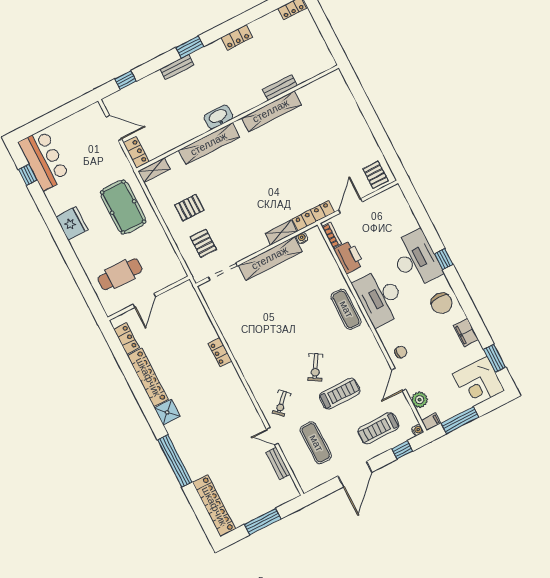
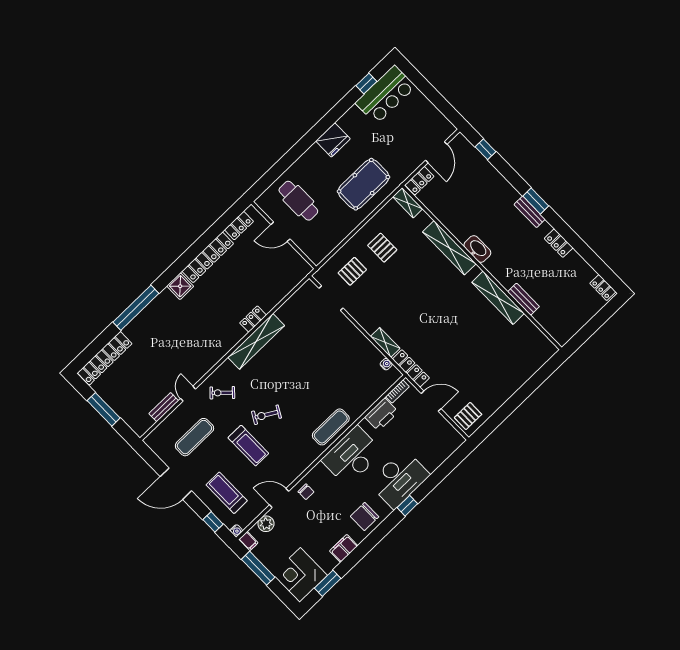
bench: (177, 67) -> (530, 212), moved
shelving: (270, 258) -> (256, 341), moved, turned 90

